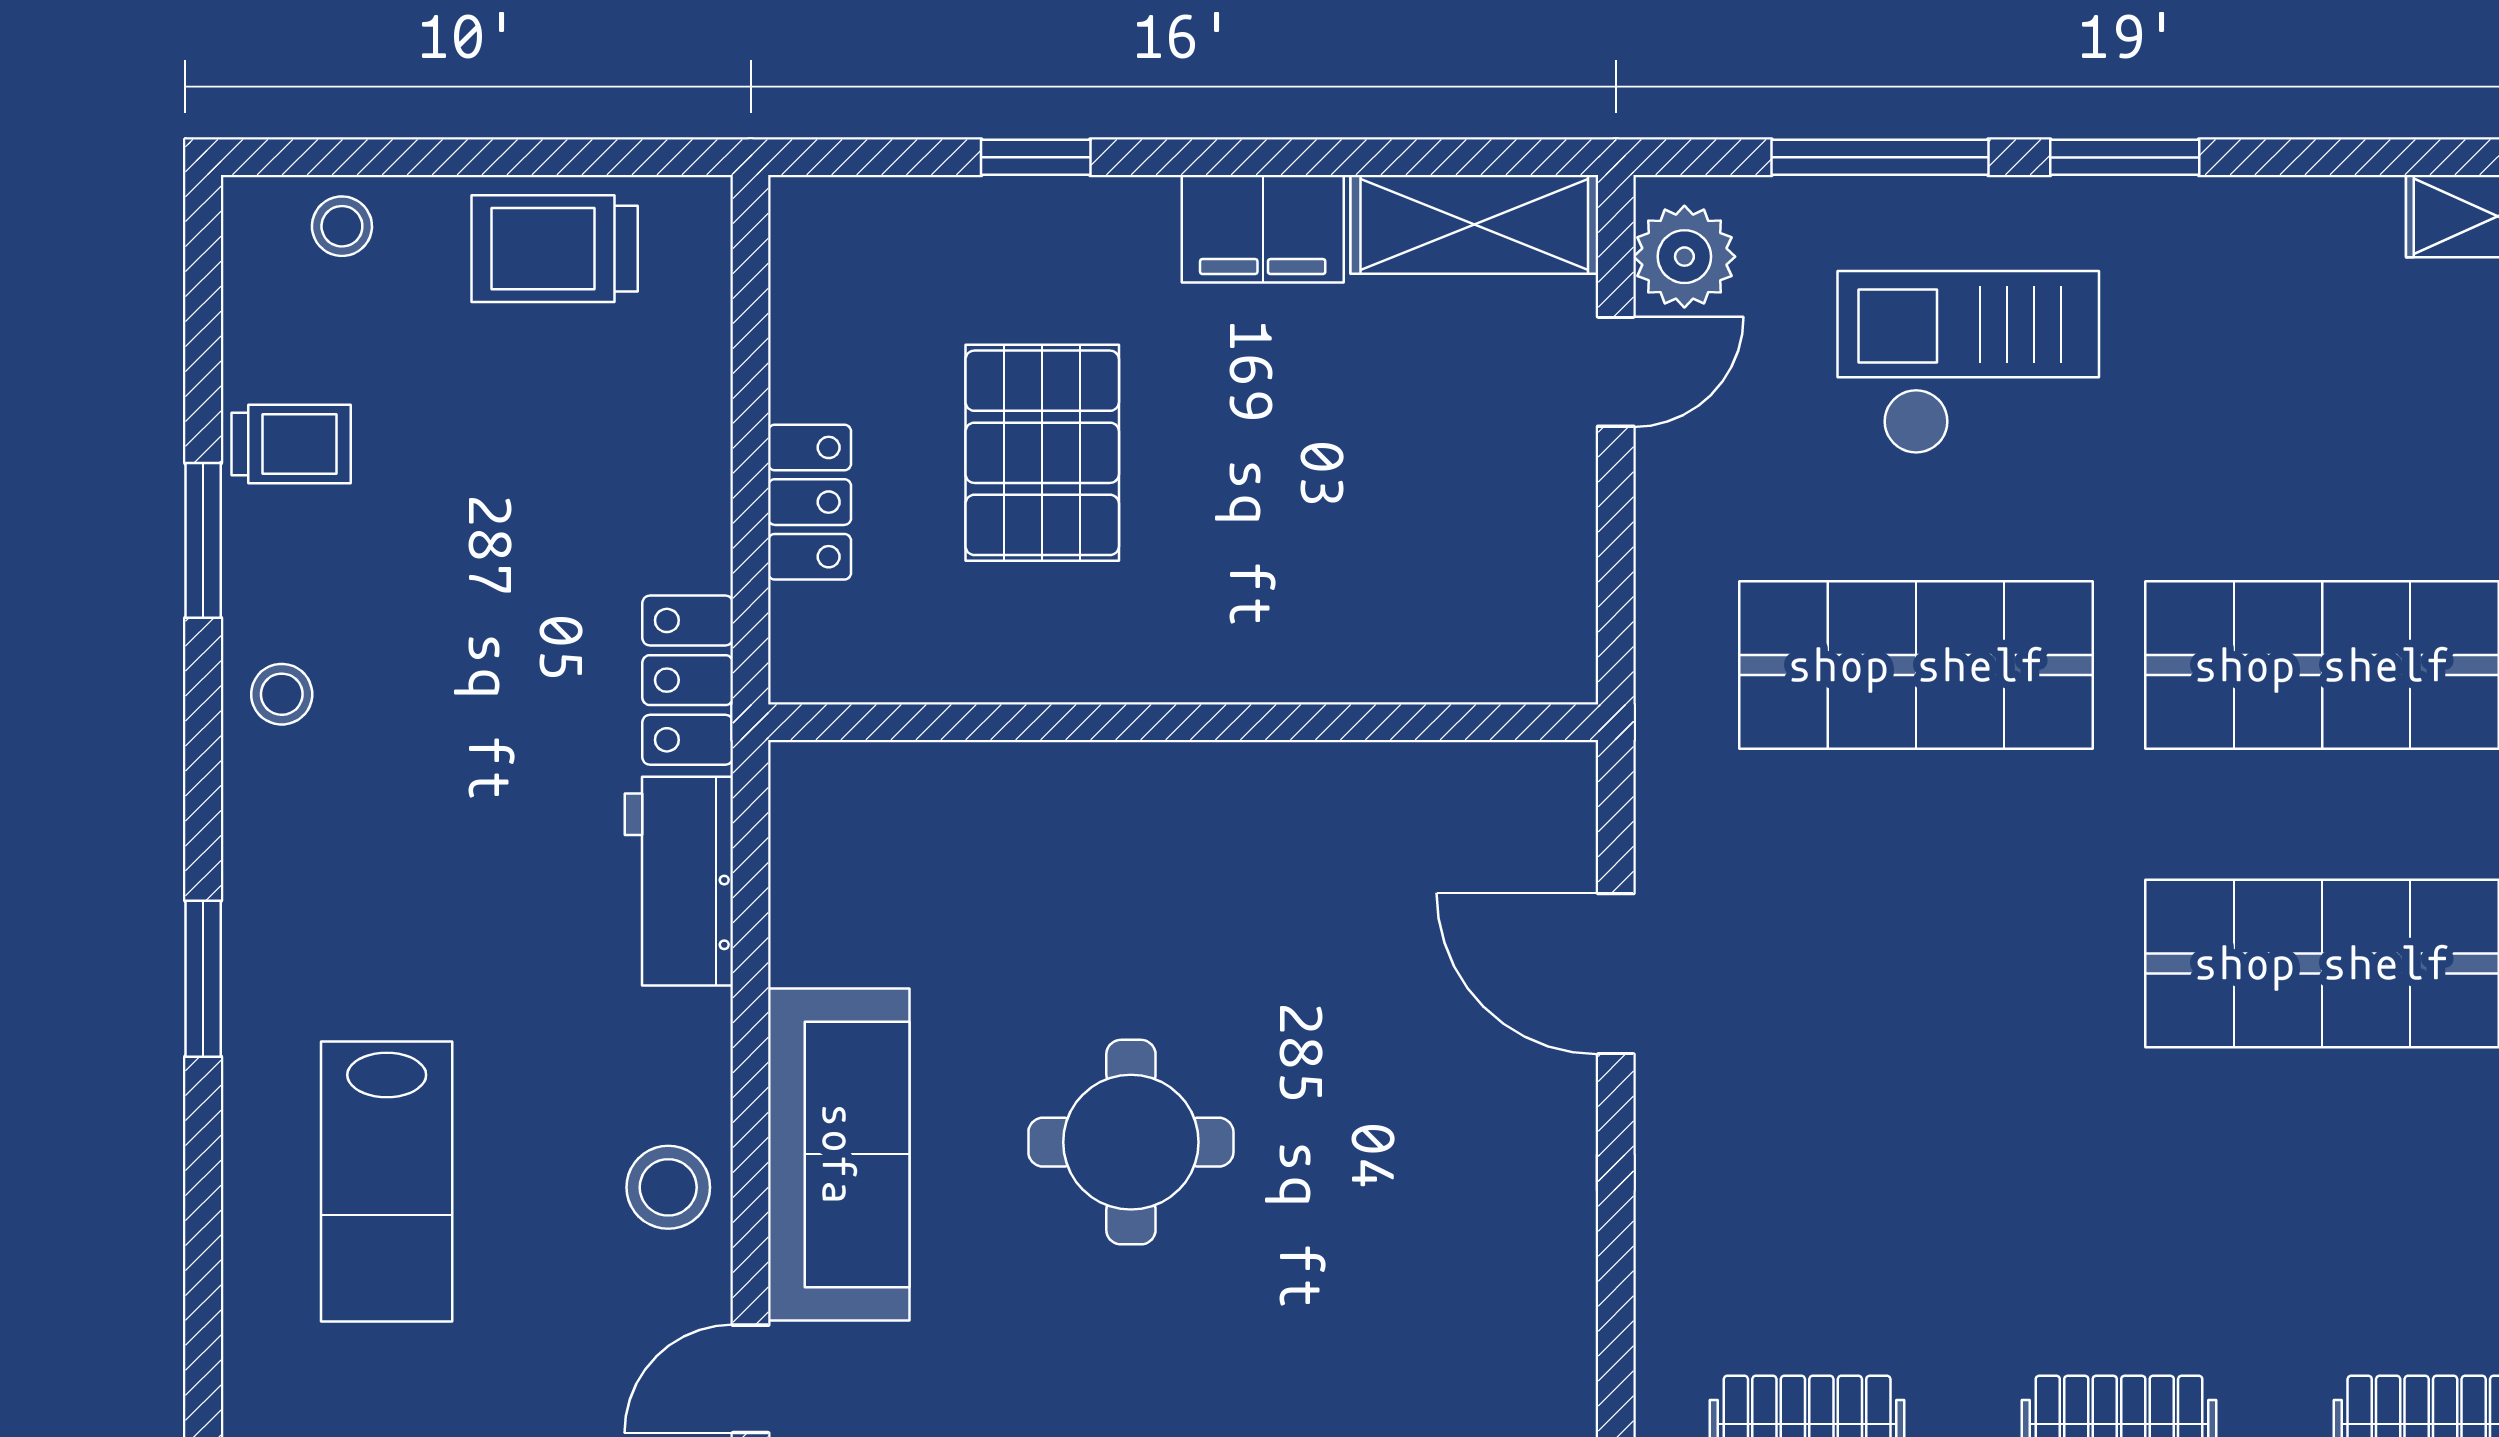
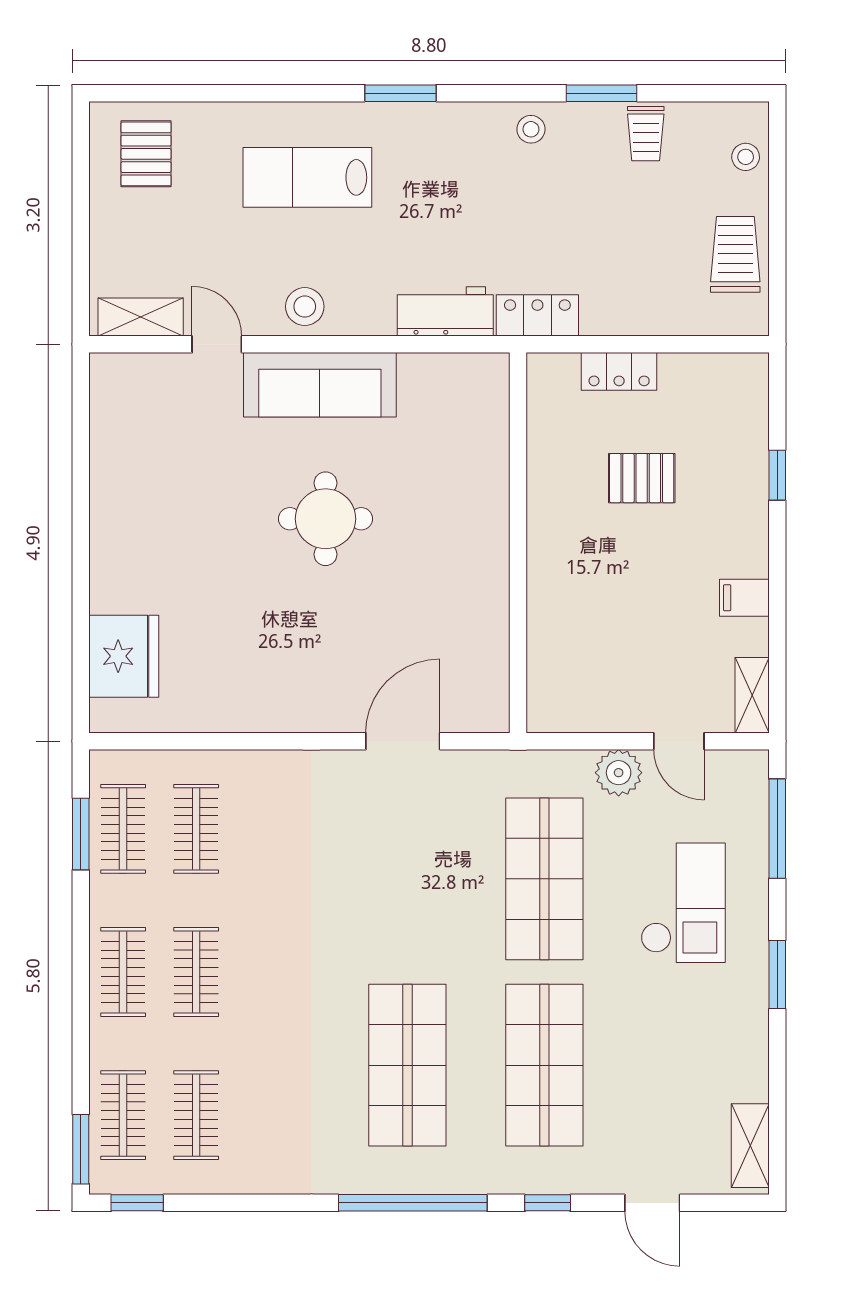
window: (1880, 157) -> (777, 829), moved
shelving: (1474, 224) -> (752, 695), width x0.67, depth x0.75
filing cabinet: (1263, 229) -> (744, 598), width x0.50
plant: (1684, 257) -> (619, 773), moved
pallet: (1042, 453) -> (642, 478), width x0.67, depth x0.71

